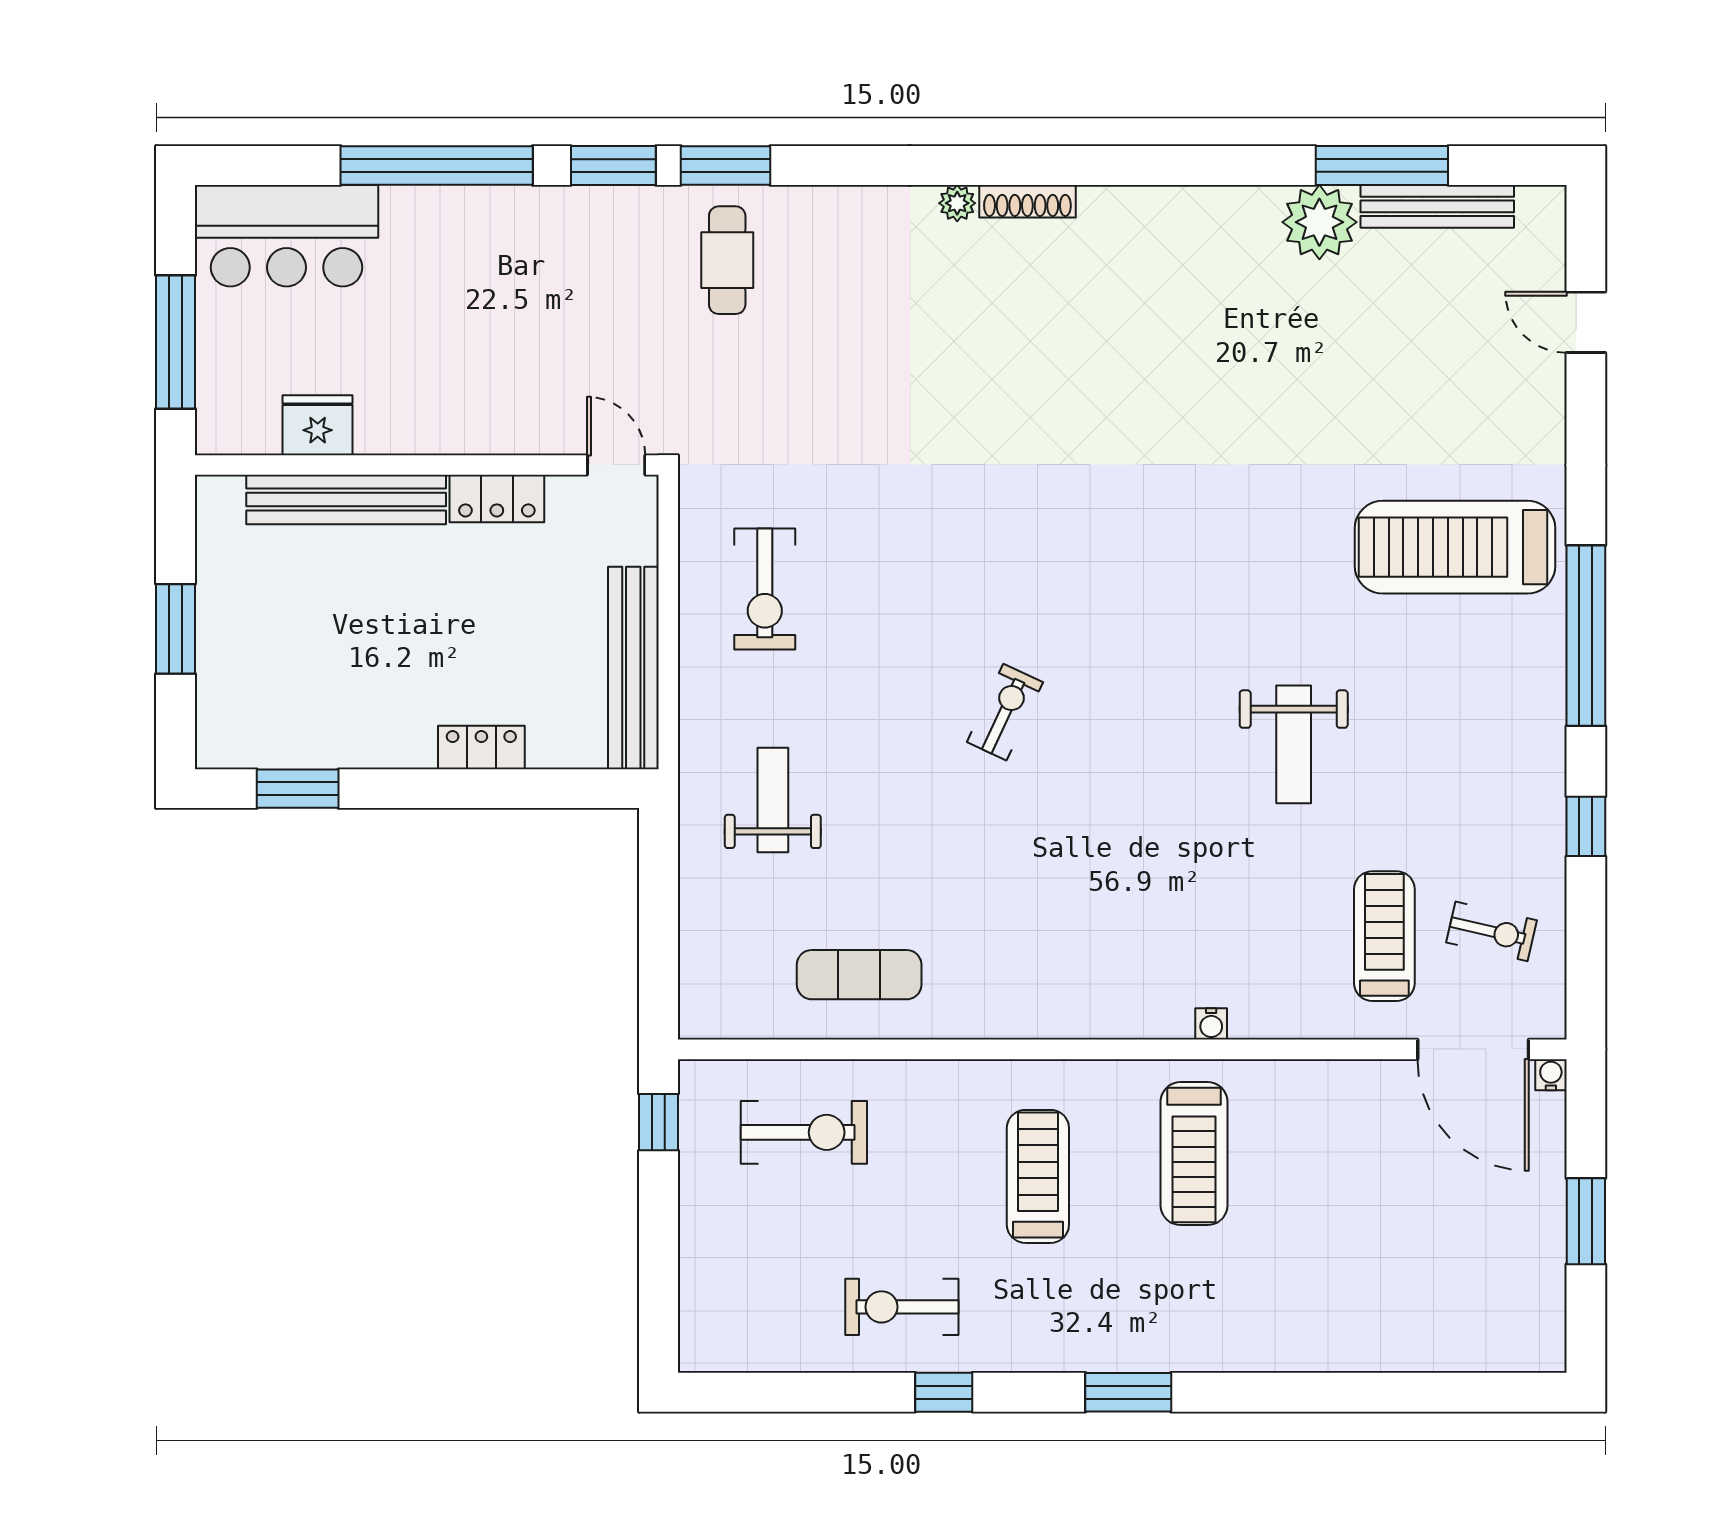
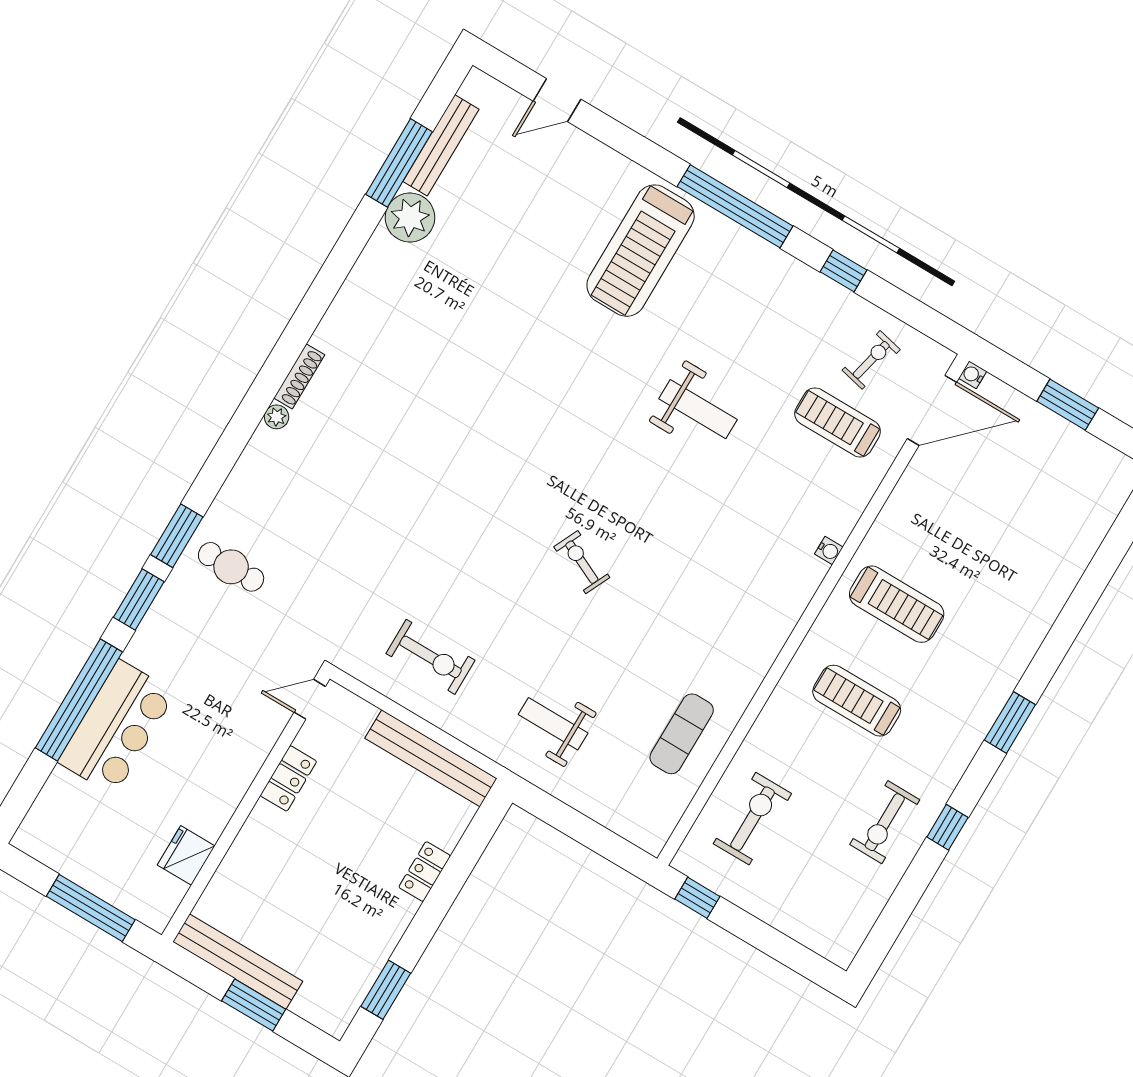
bar counter: (287, 236) -> (117, 727), moved
bench: (346, 499) -> (238, 962), moved, turned 90

